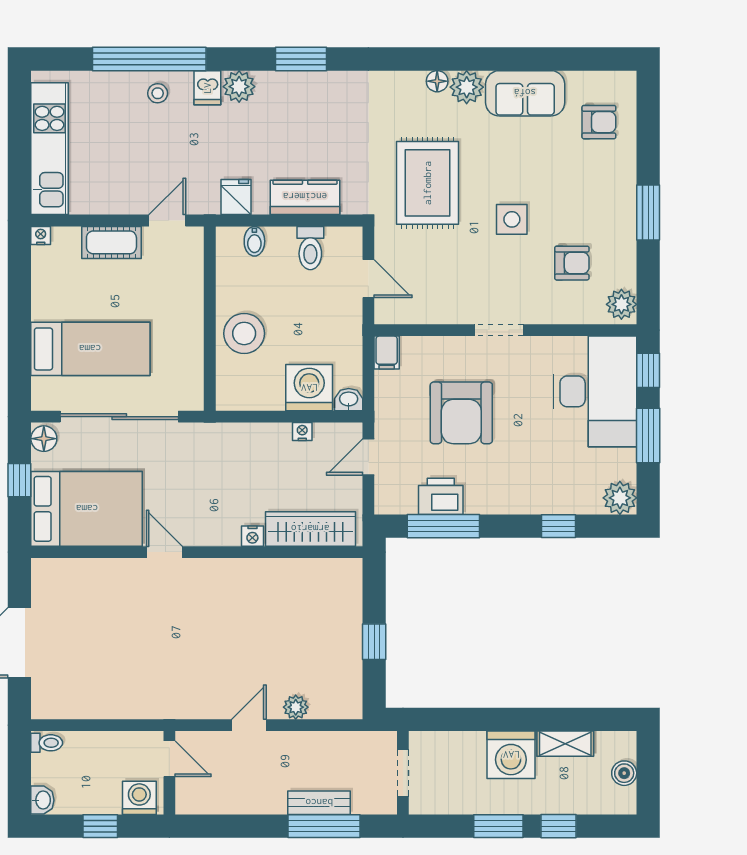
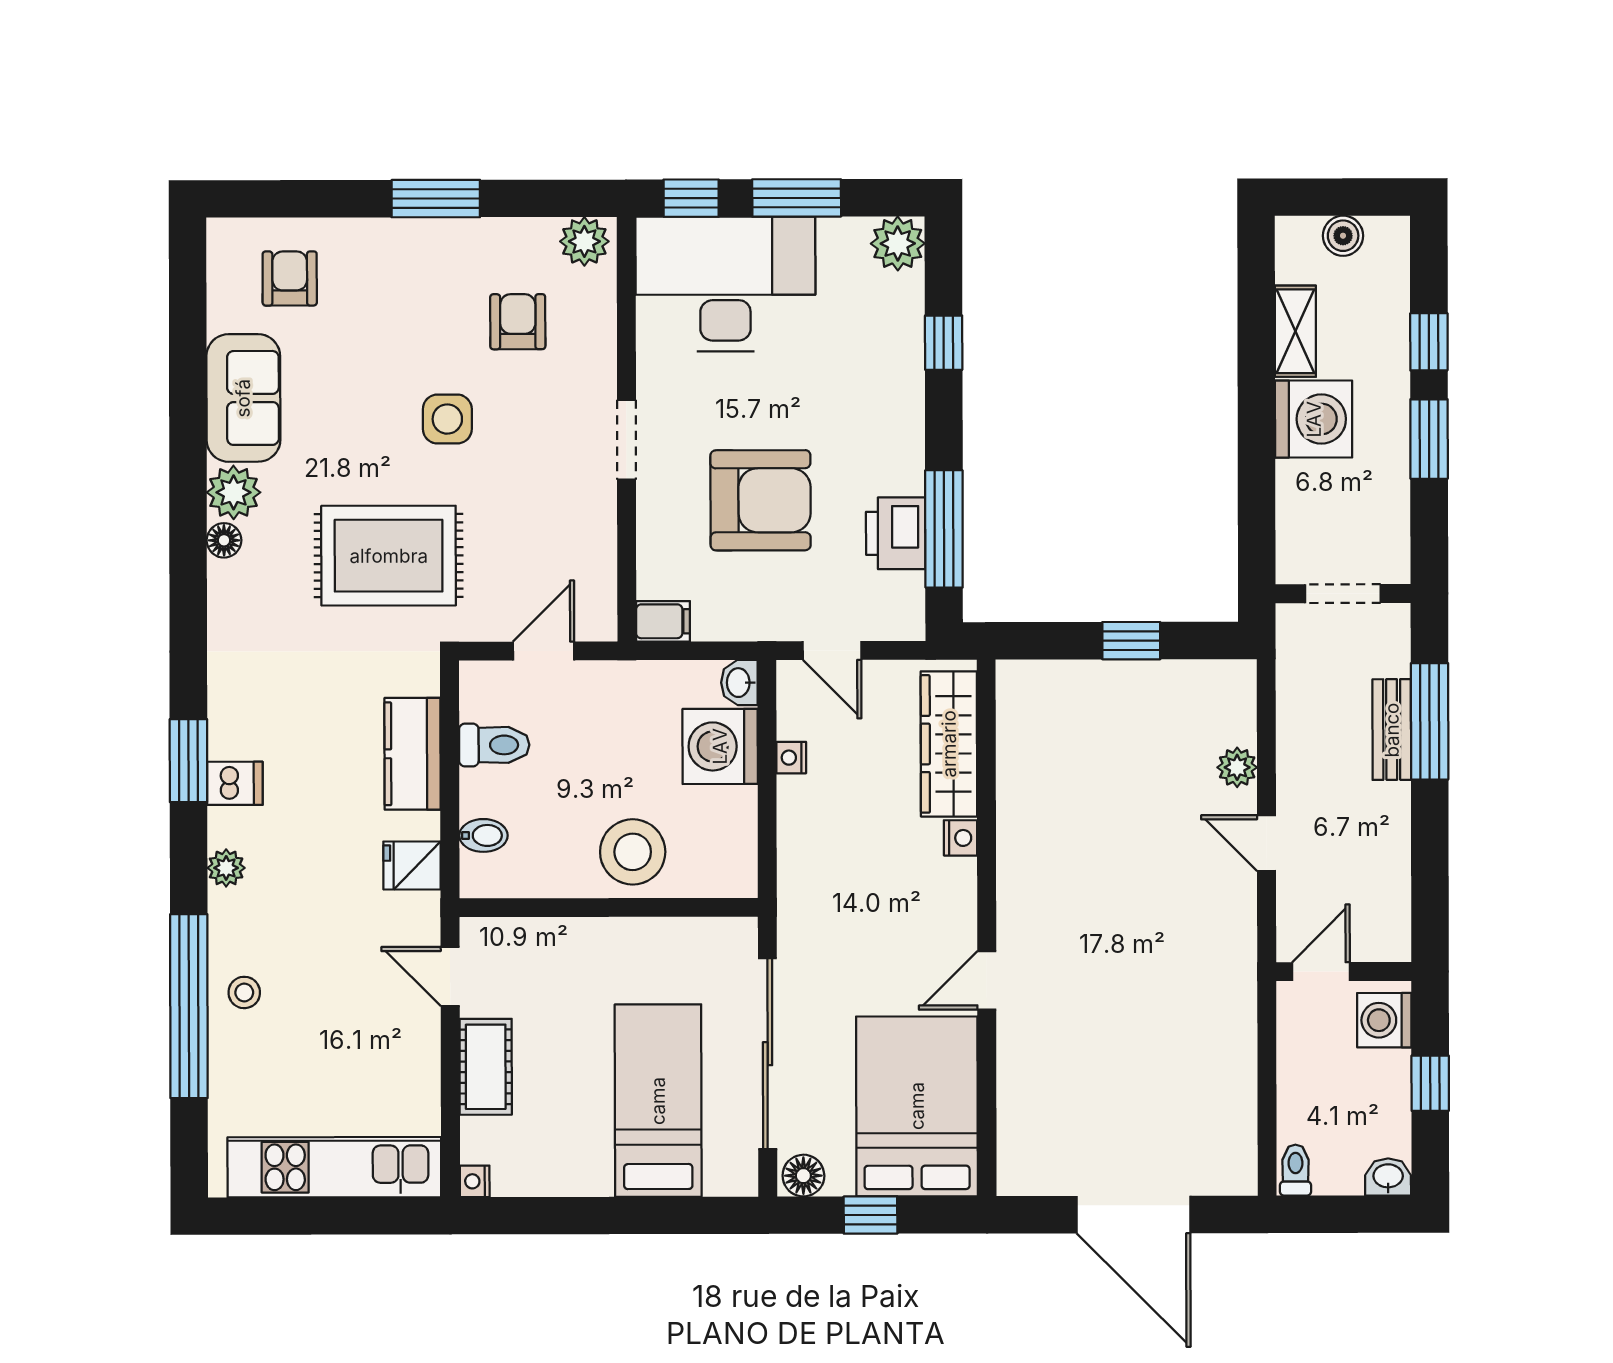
plant: (239, 87) -> (226, 868), width x0.73, depth x0.73
dishwasher: (207, 88) -> (235, 783), moved

